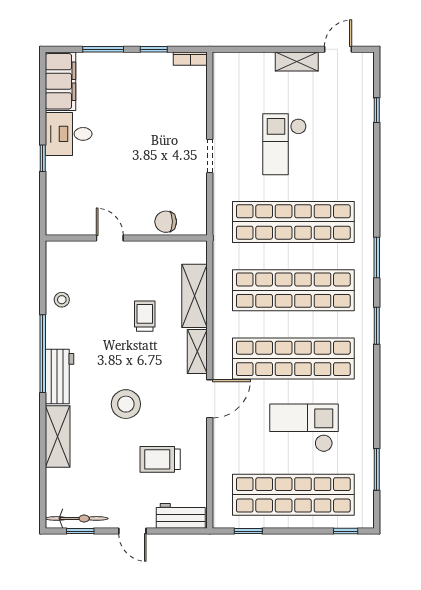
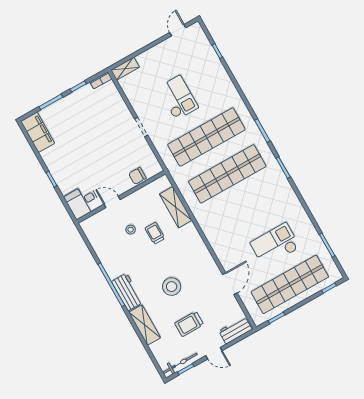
shelving: (297, 62) -> (125, 69), moved
desk: (69, 134) -> (83, 201), moved
checkout: (285, 144) -> (178, 98), turned 180
stool: (62, 300) -> (131, 230), moved
shelving: (197, 352) -> (194, 236), removed
shop shelf: (293, 358) -> (248, 211), removed
door: (210, 399) -> (230, 284), moved
trolley: (160, 459) -> (189, 324), moved

